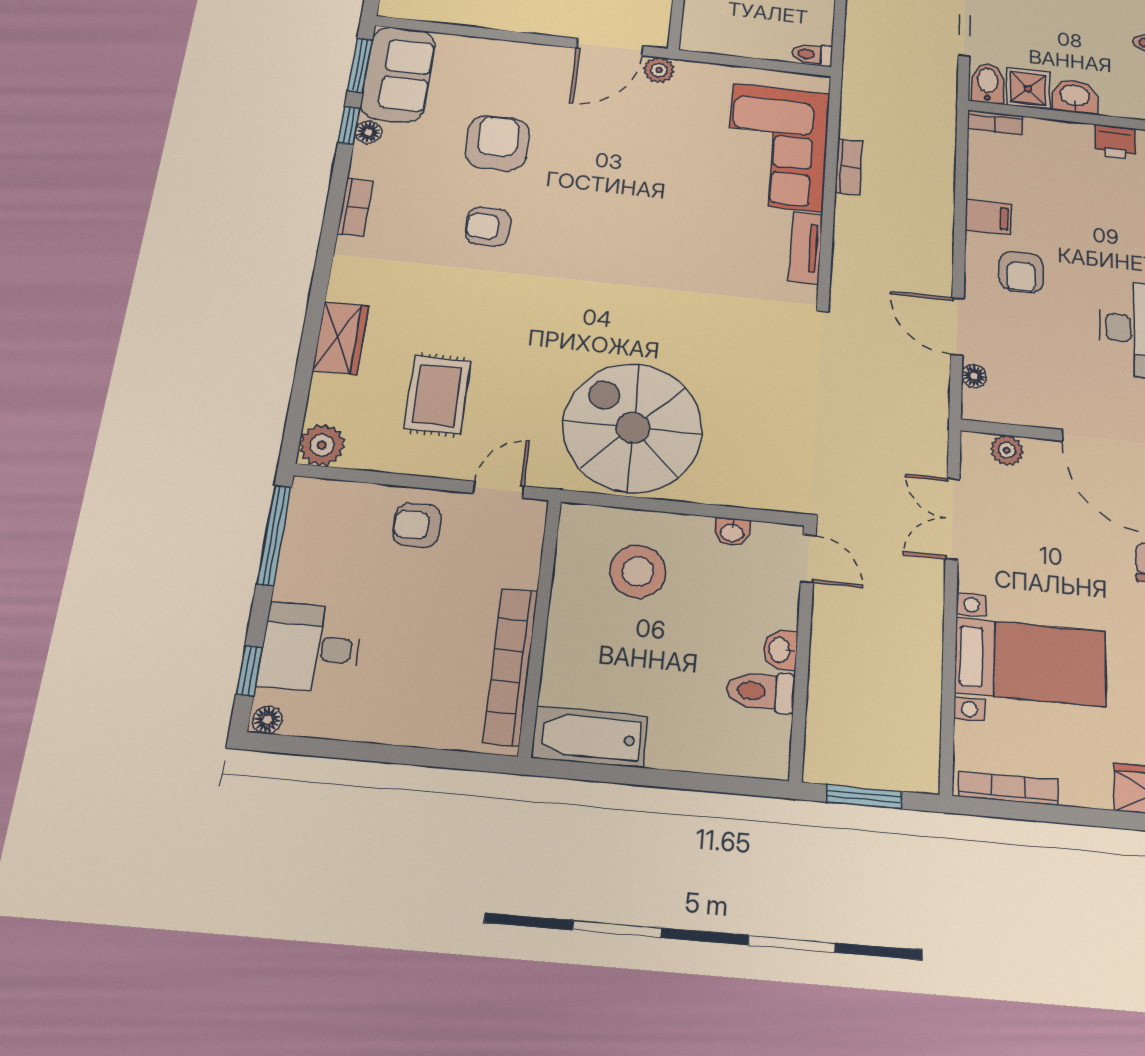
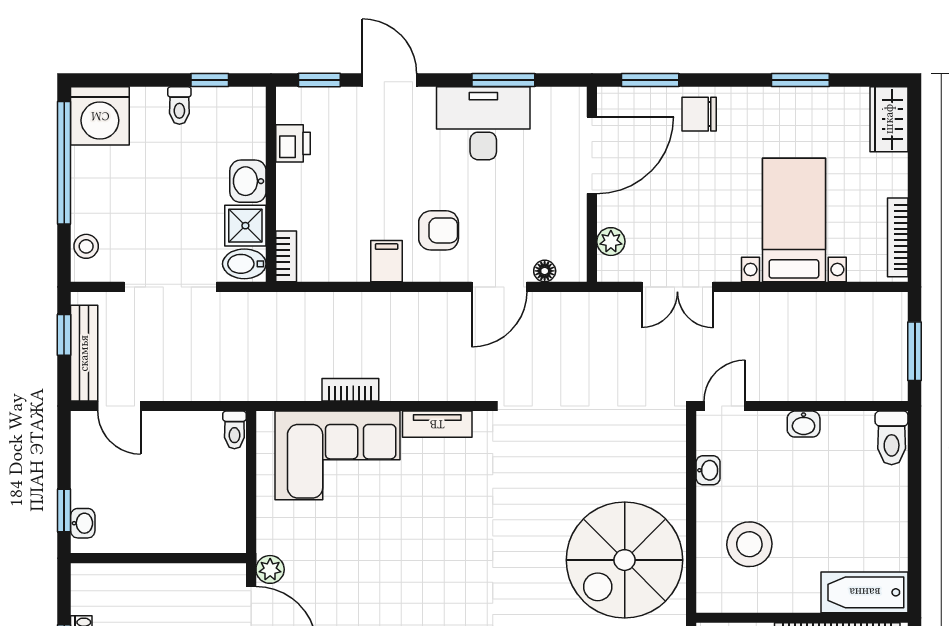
toilet: (761, 691) -> (892, 438), moved
bathtub: (589, 737) -> (865, 592), moved, turned 90

